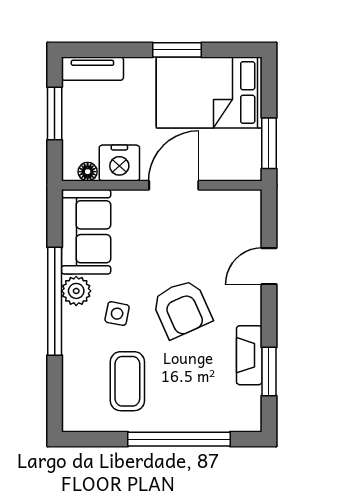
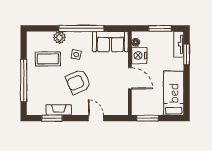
window: (177, 50) -> (187, 54), moved
bed: (209, 93) -> (174, 93), width x0.67
plant: (76, 291) -> (59, 37), moved

